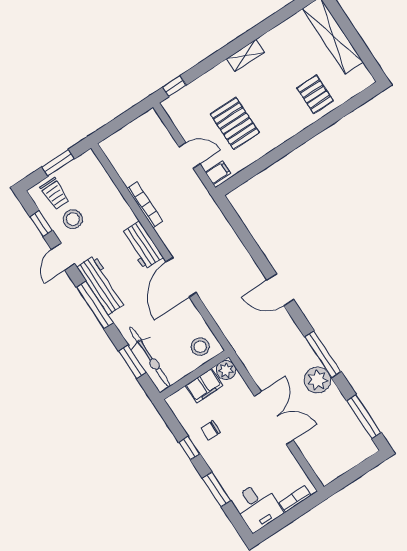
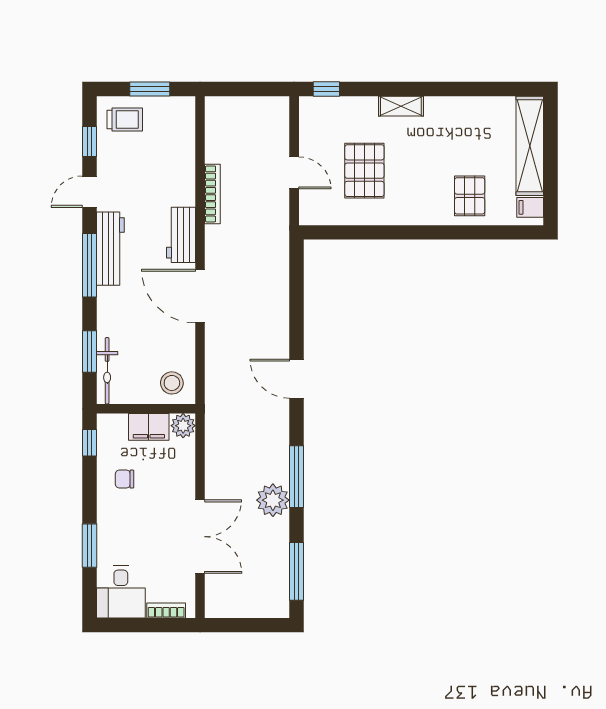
shelving: (245, 56) -> (401, 106), moved
filing cabinet: (218, 173) -> (530, 207), moved, turned 180
trolley: (55, 194) -> (125, 119), turned -90
stool: (73, 219) -> (126, 159), removed
door: (181, 277) -> (200, 296), hinge flipped
bicycle: (150, 357) -> (107, 371), width x0.73, depth x0.71
double door: (274, 418) -> (200, 537), moved
window: (189, 448) -> (89, 443), moved

